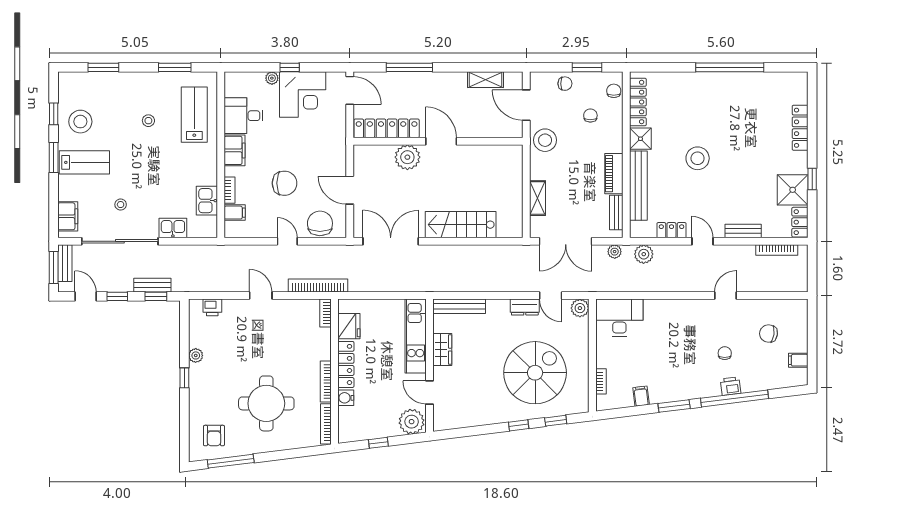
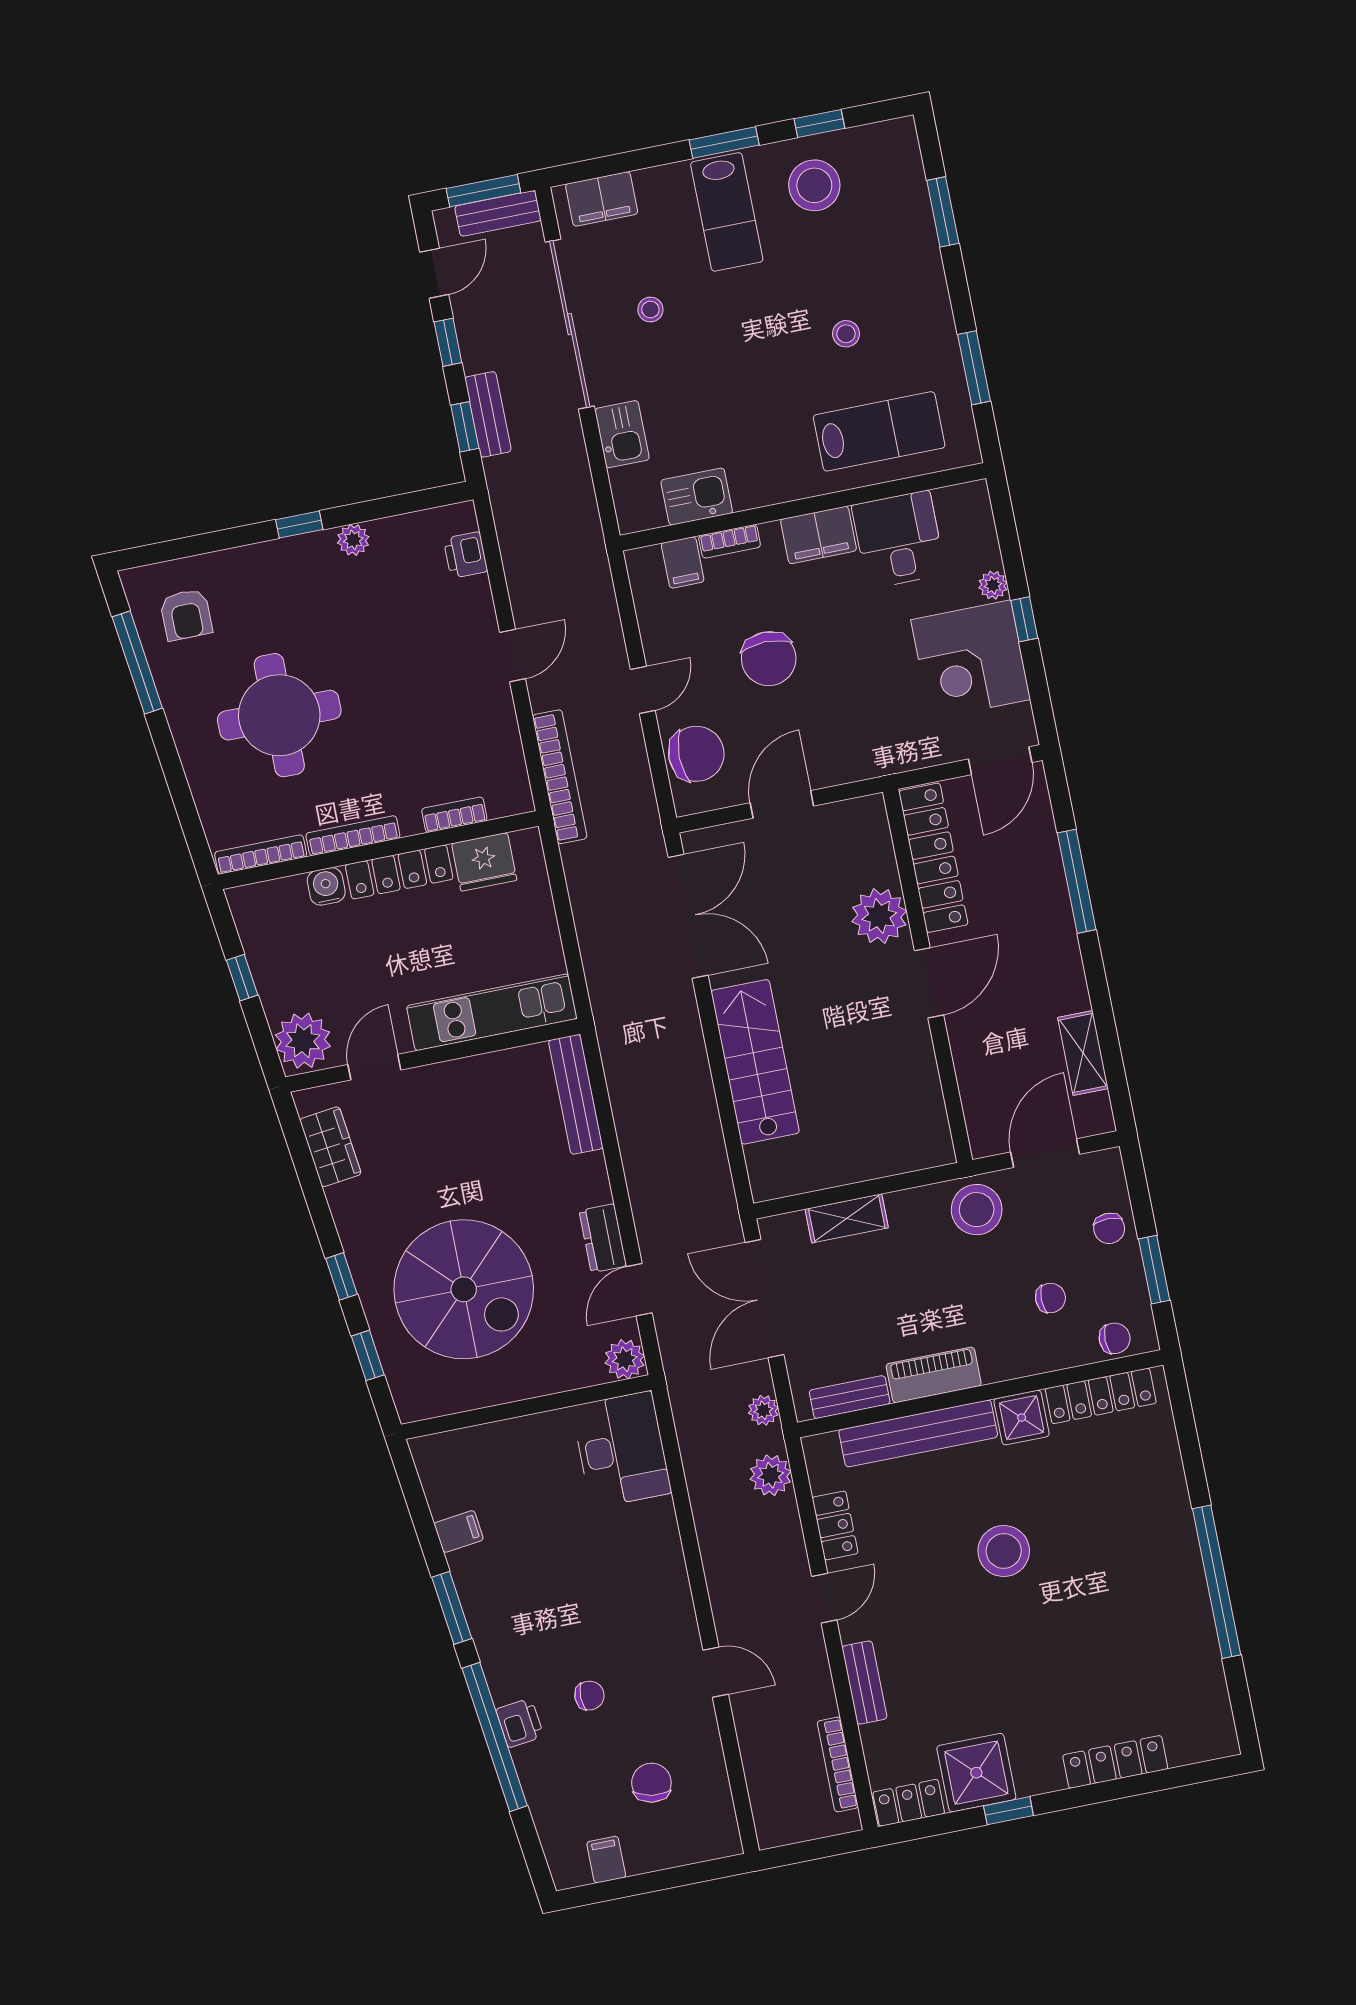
bookcase: (325, 313) -> (454, 815), moved
wardrobe: (442, 350) -> (330, 1147), moved, turned -97
bookcase: (601, 381) -> (473, 1437), removed
armchair: (214, 436) -> (186, 615), turned -90

